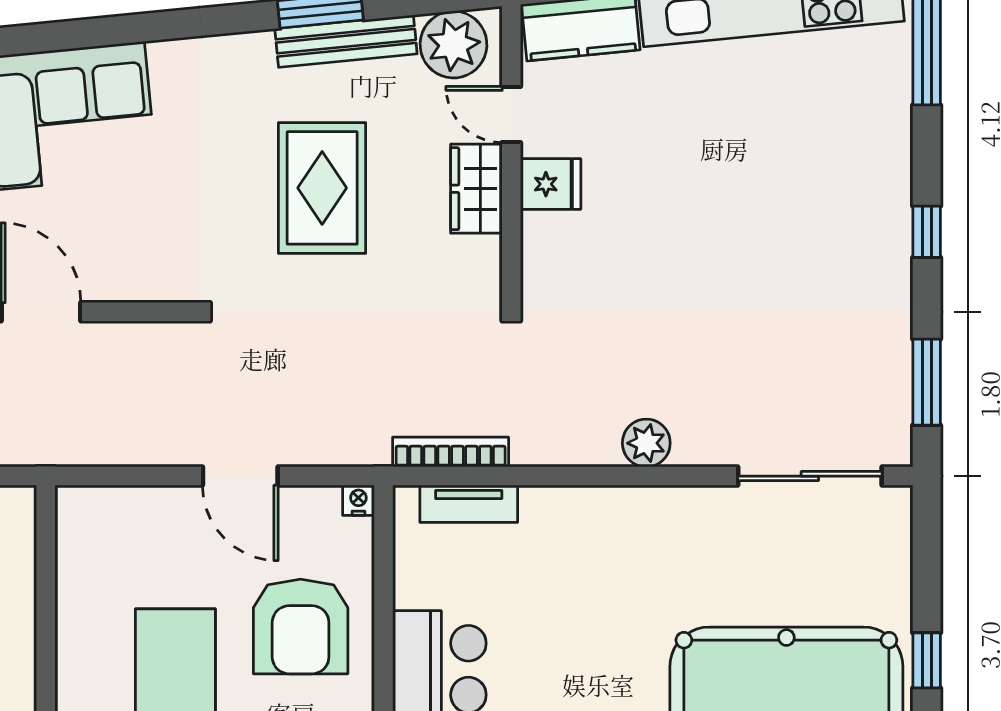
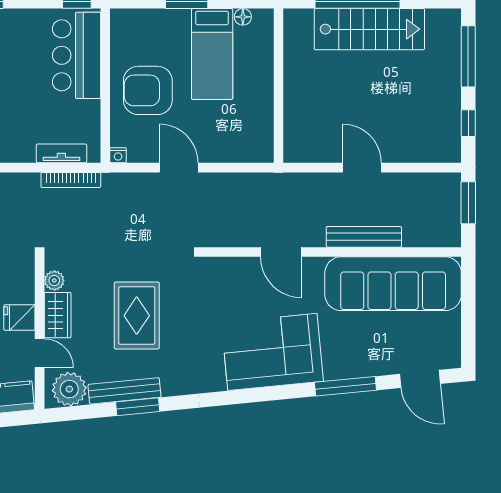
plant: (483, 256) -> (54, 280), added
armchair: (301, 627) -> (148, 90), turned -90

